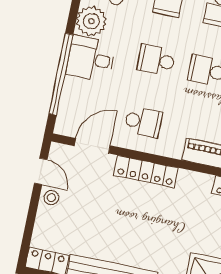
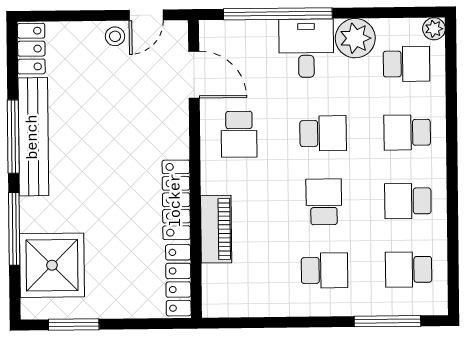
school desk: (156, 60) -> (323, 133), turned 90
locker: (146, 171) -> (176, 200), moved

